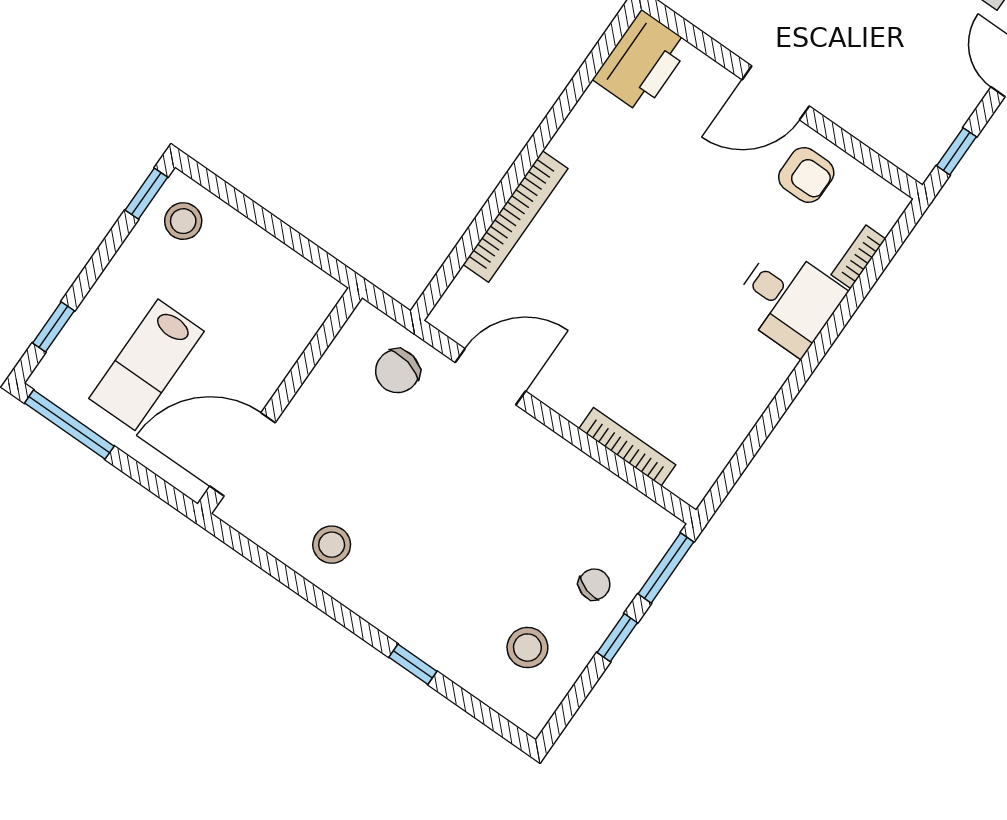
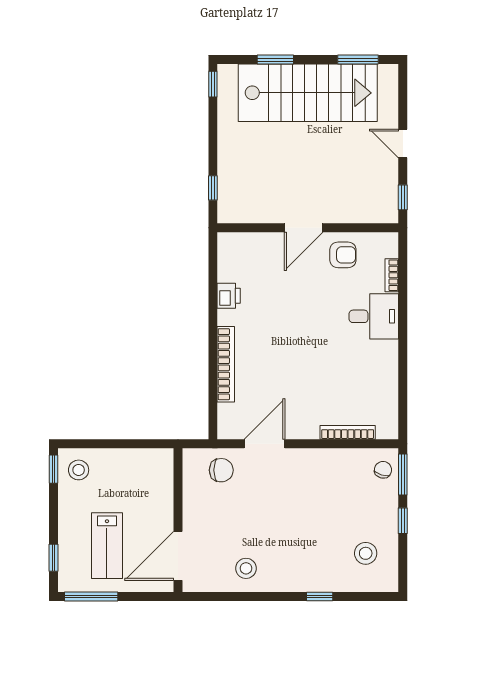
printer: (642, 62) -> (229, 296), moved, width x0.53, depth x0.68
chair: (397, 371) -> (221, 470), turned -102
chair: (594, 584) -> (383, 470), moved

